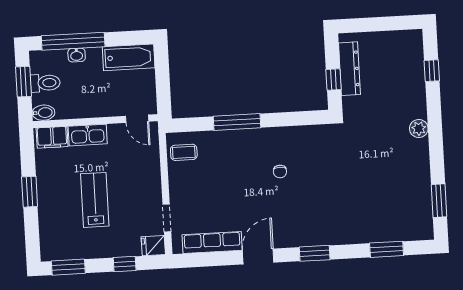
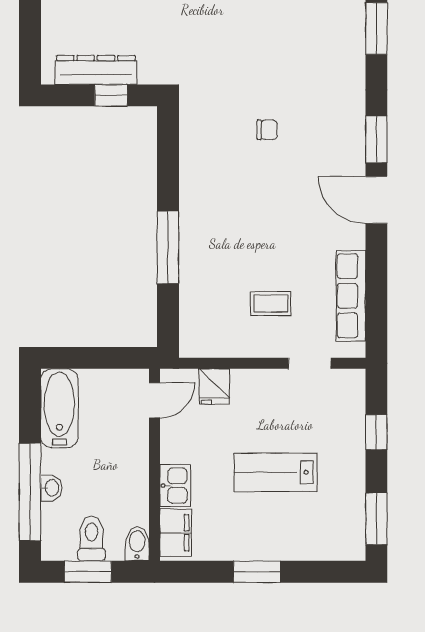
kitchen sink: (88, 135) -> (175, 486), width x0.73
coffee table: (184, 152) -> (271, 304), moved, turned 90
chair: (280, 171) -> (267, 130), moved
fridge: (153, 246) -> (214, 386), moved
door: (258, 257) -> (376, 200), moved

